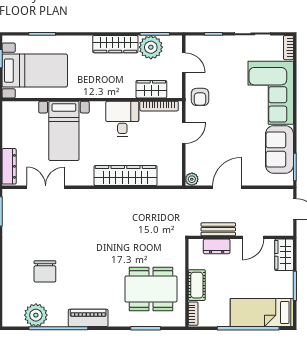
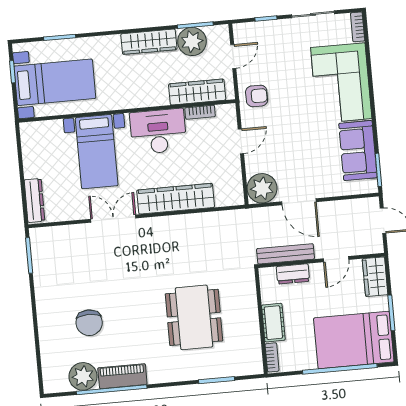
door: (184, 63) -> (233, 57), hinge flipped
wardrobe: (151, 89) -> (197, 92), width x1.50
armchair: (200, 97) -> (257, 96), turned -90
bookcase: (159, 106) -> (200, 112), width x0.64
desk: (122, 119) -> (158, 131), width x1.37
plant: (192, 179) -> (262, 188), width x1.88, depth x1.88
double door: (46, 187) -> (113, 219), moved
door: (227, 187) -> (299, 202), swing flipped
bench: (218, 229) -> (286, 254), width x1.36
dining table: (151, 289) -> (194, 317), moved, turned 90
bed: (262, 312) -> (354, 340), width x1.50
piano: (88, 318) -> (122, 376), moved

